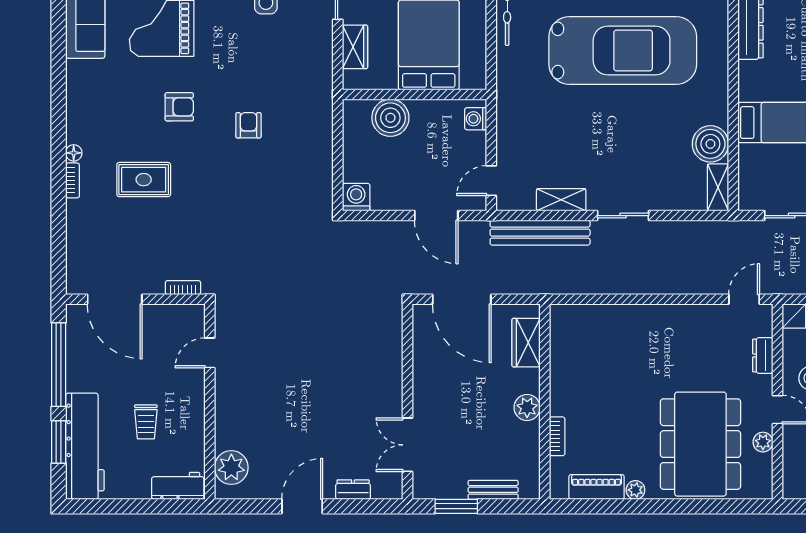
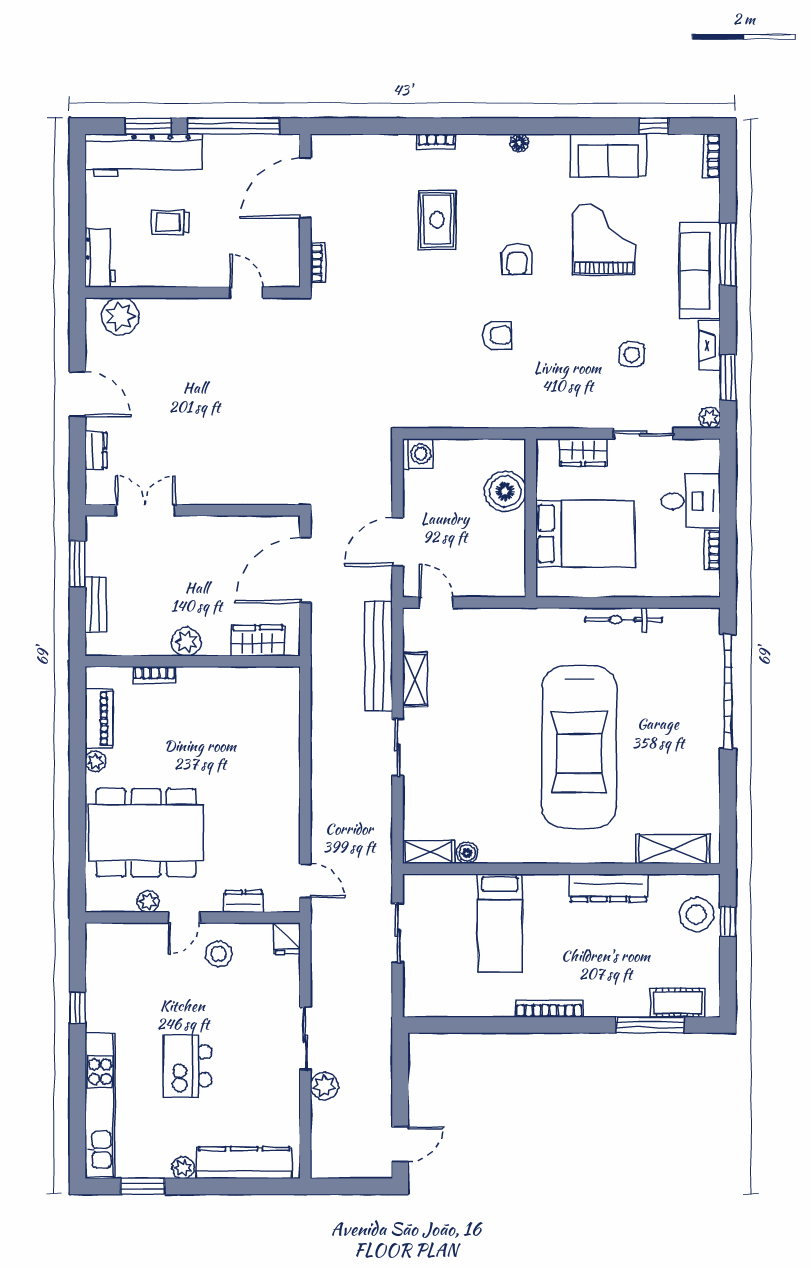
washing machine: (476, 119) -> (504, 585), removed
boiler: (710, 144) -> (467, 853), width x0.54, depth x0.54
floor lamp: (74, 153) -> (519, 143), moved

